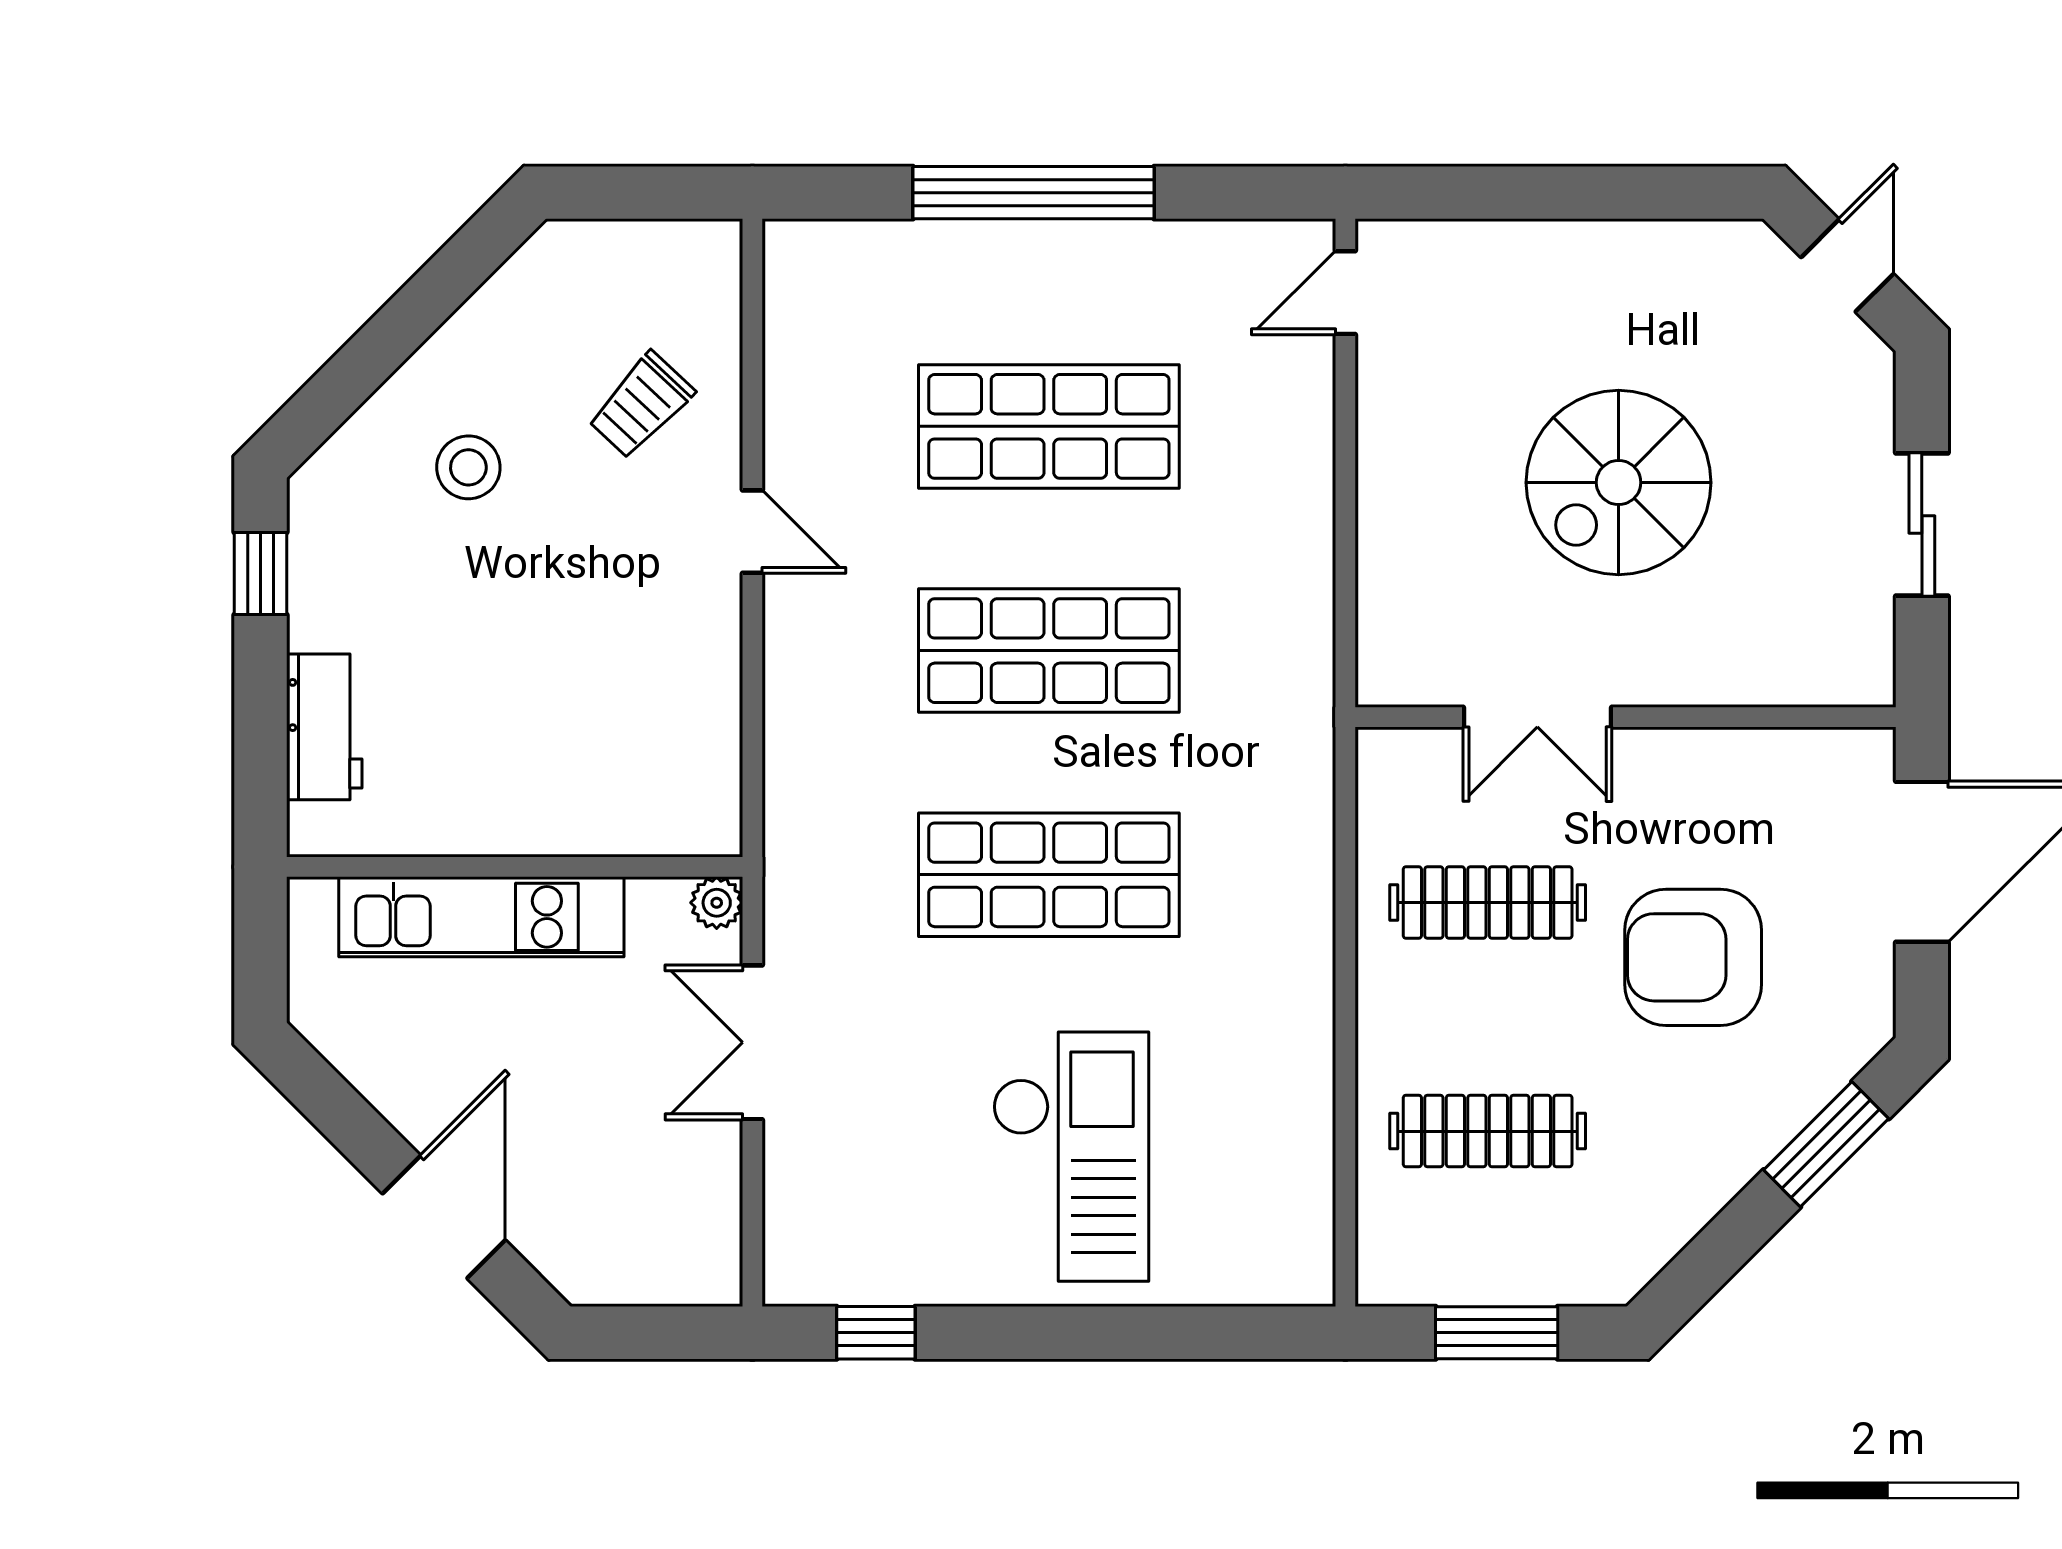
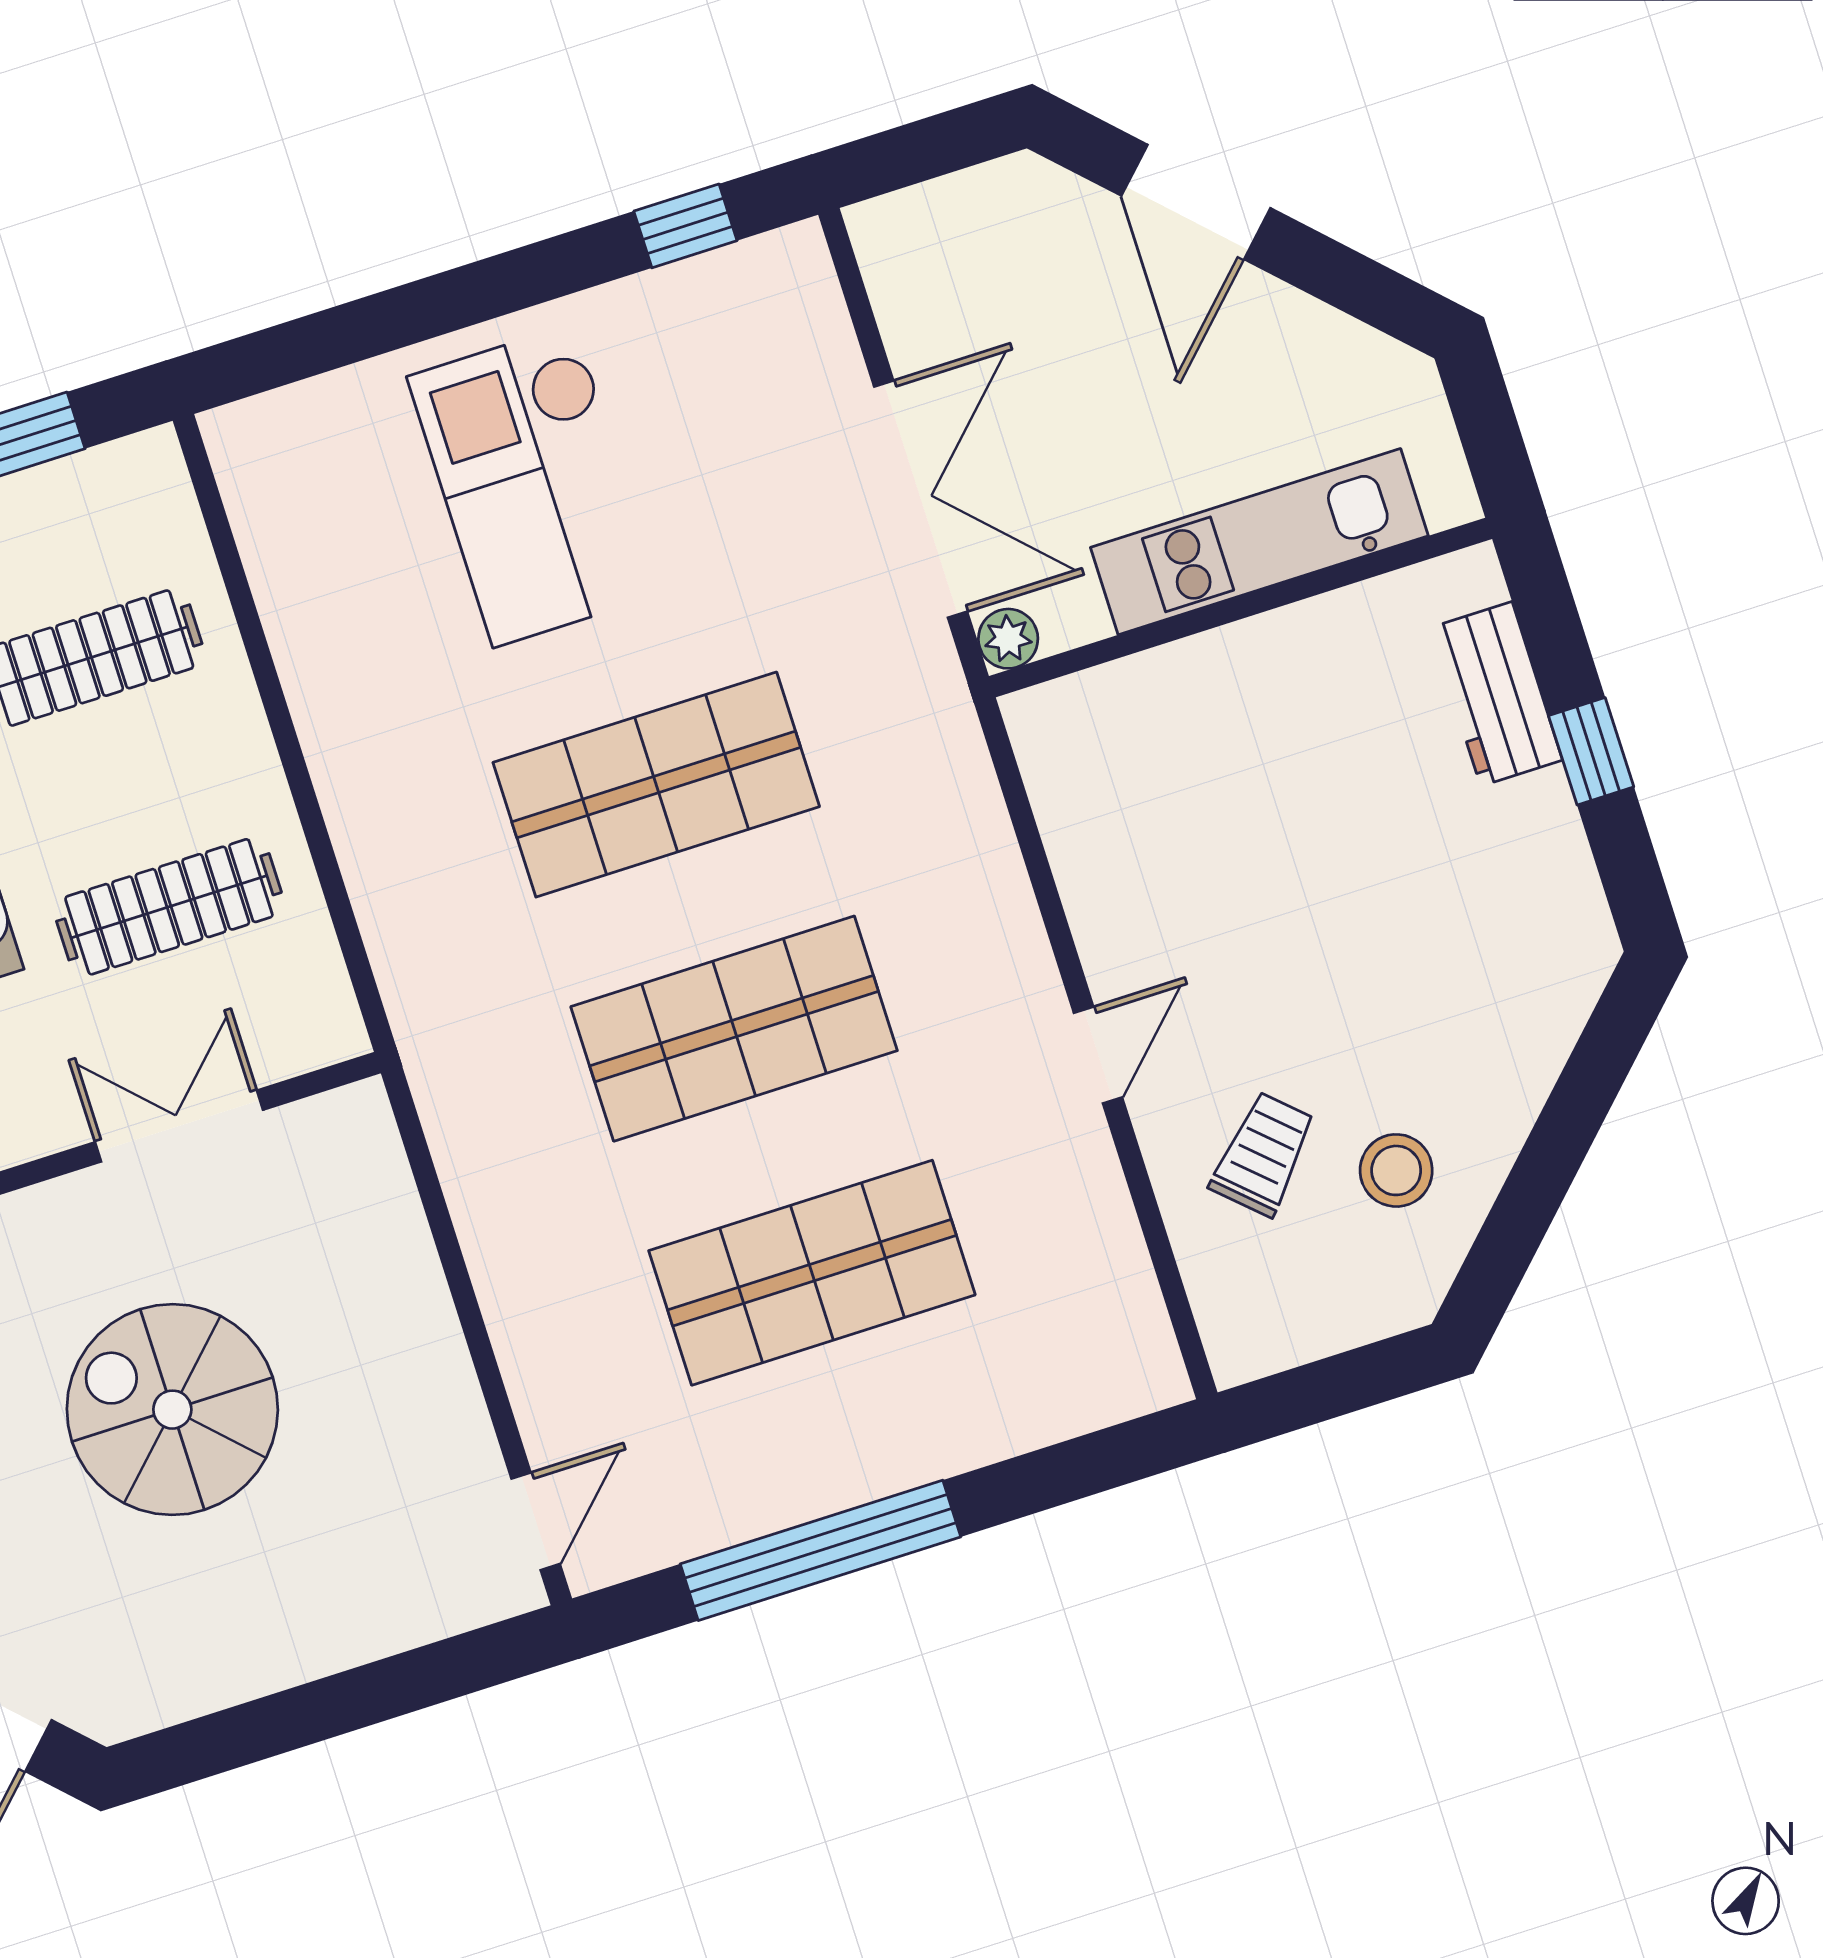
window: (1034, 193) -> (820, 1550), moved
stool: (468, 467) -> (1396, 1170), moved
spiral stairs: (1619, 483) -> (172, 1410), turned -90
door: (752, 532) -> (1098, 1055), swing flipped
window: (261, 573) -> (1591, 751), moved
double door: (752, 1042) -> (921, 499), width x1.37

